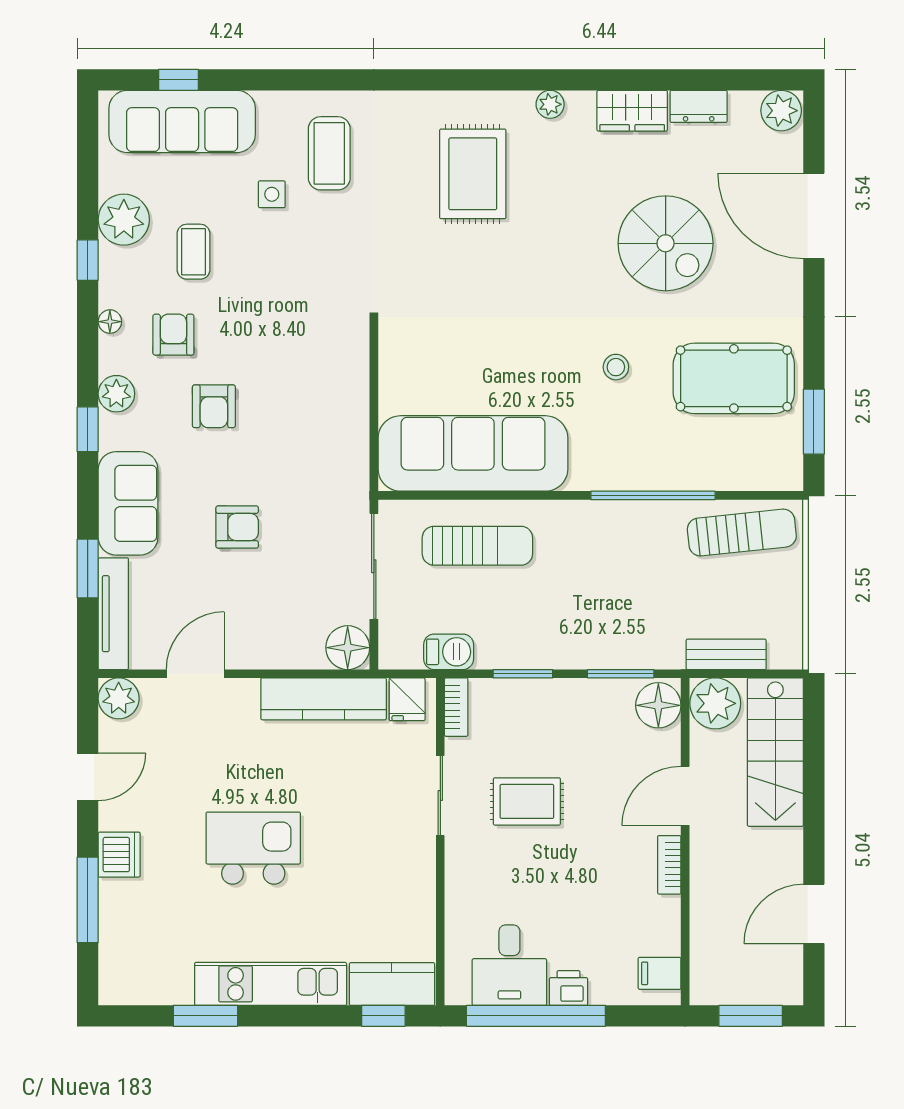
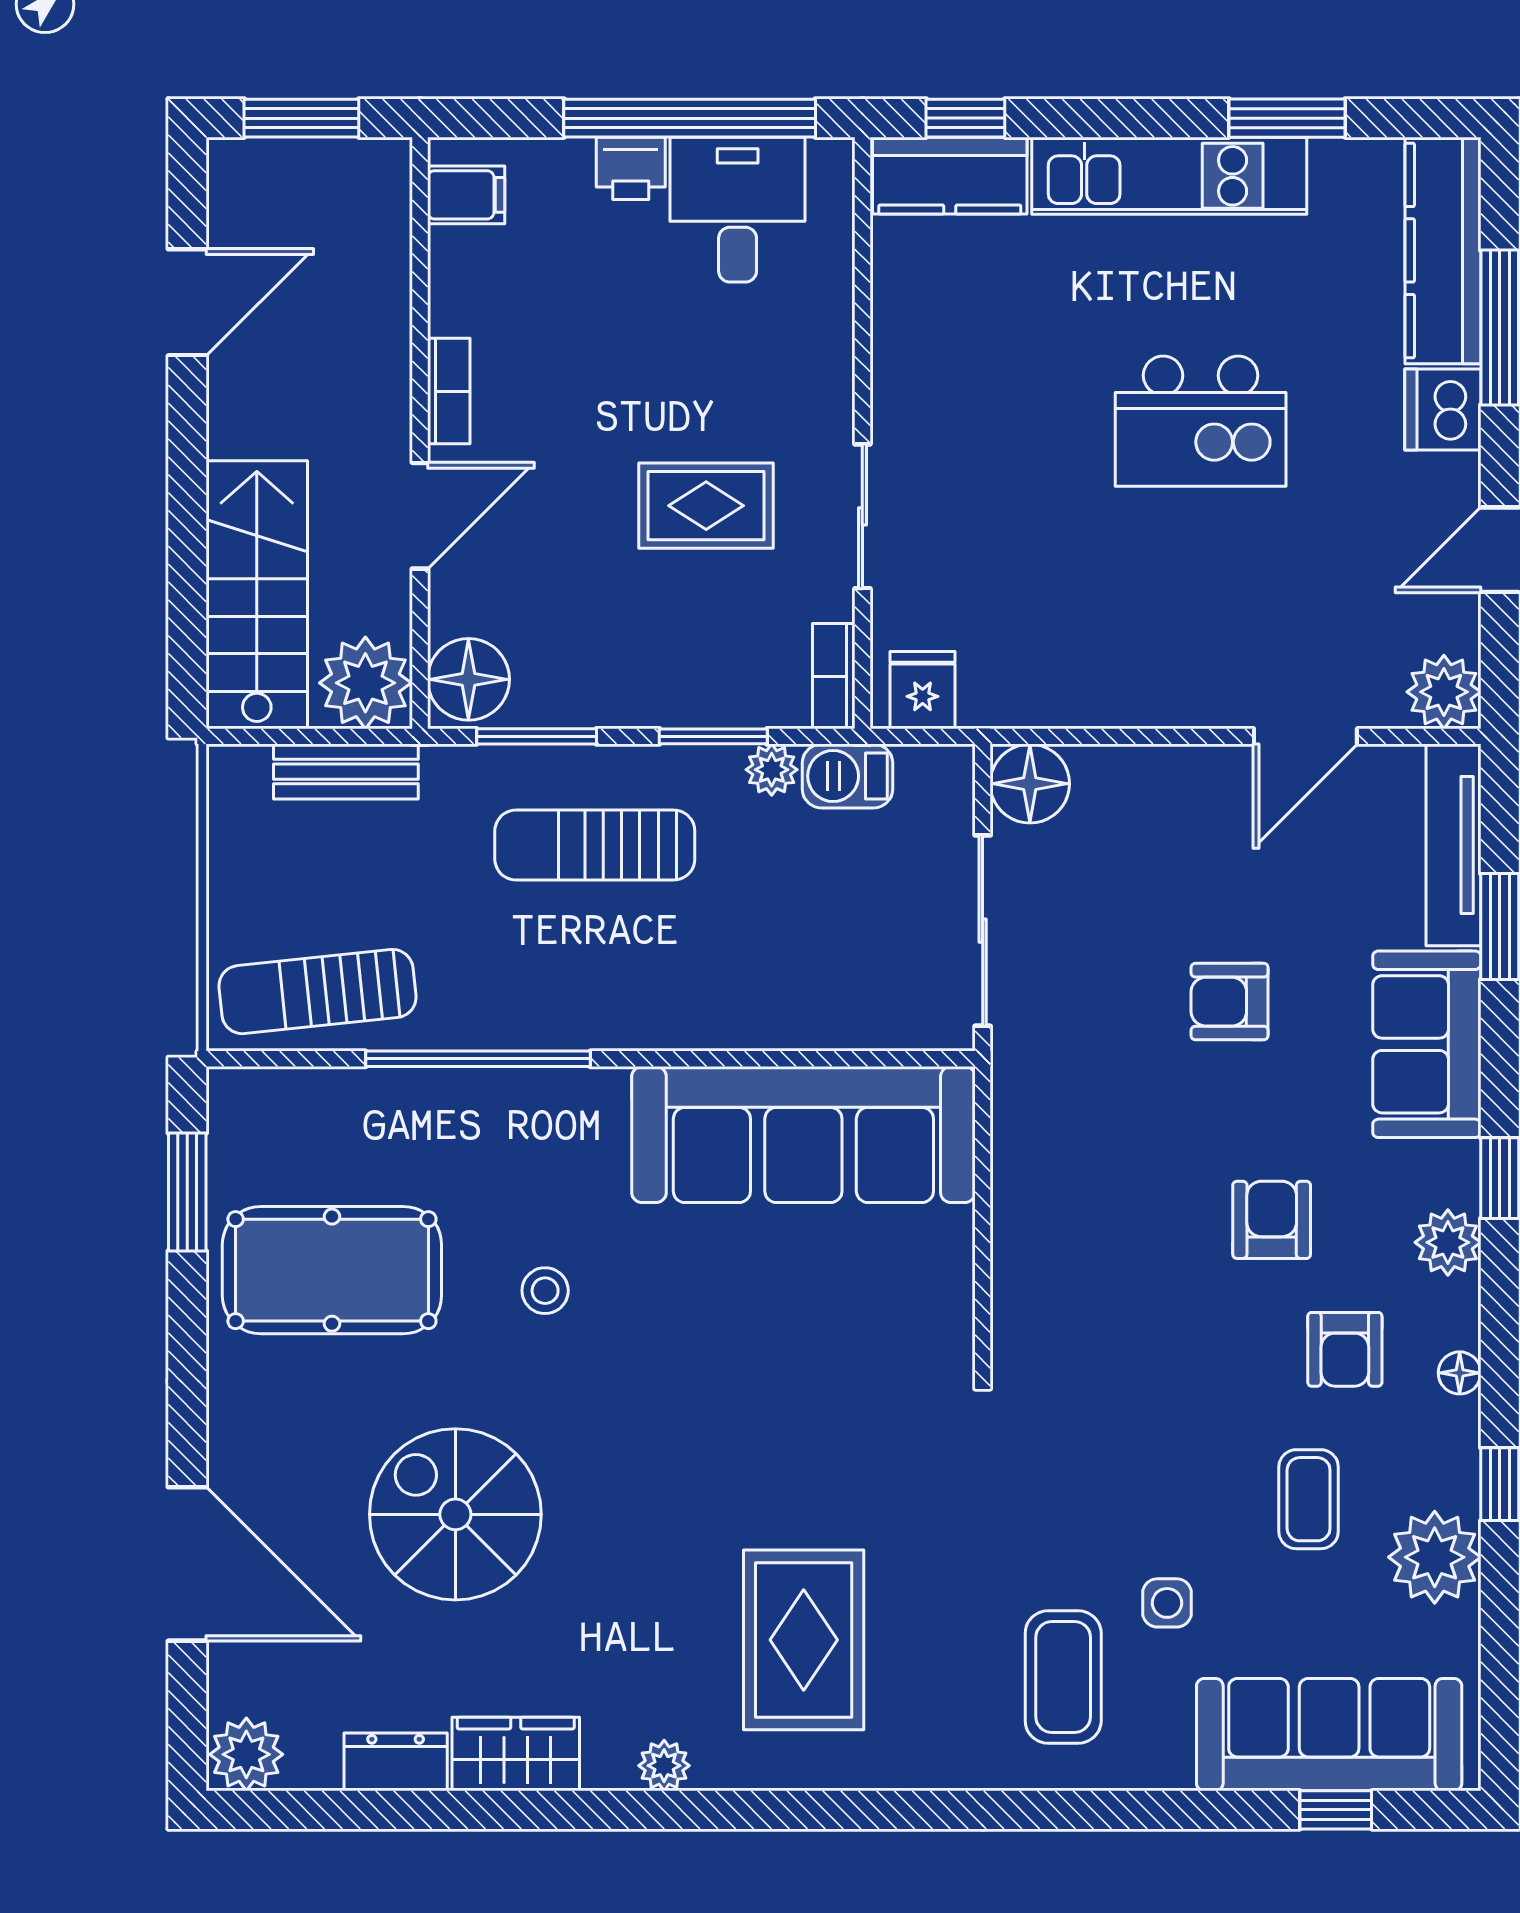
sun lounger: (477, 546) -> (595, 845), moved
plant: (491, 655) -> (772, 770), added
kitchen counter: (324, 699) -> (1443, 250), moved, turned -90

